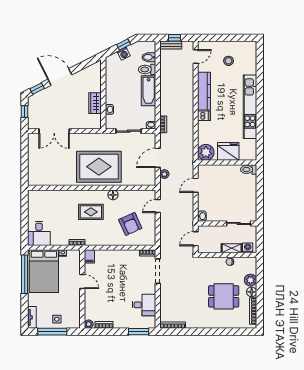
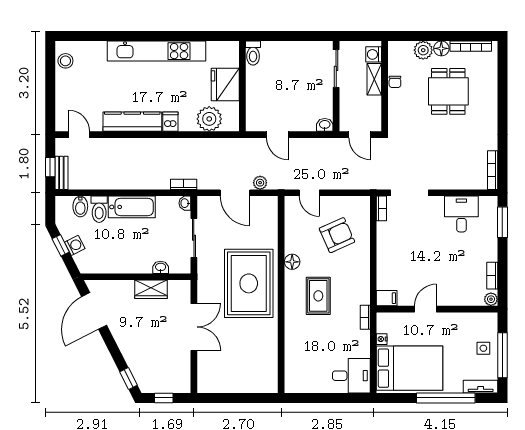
stool: (229, 61) -> (65, 61), moved
door: (60, 77) -> (94, 311), moved
double door: (54, 131) -> (194, 327), moved
plant: (206, 152) -> (209, 119), moved
window: (25, 274) -> (446, 398), moved

